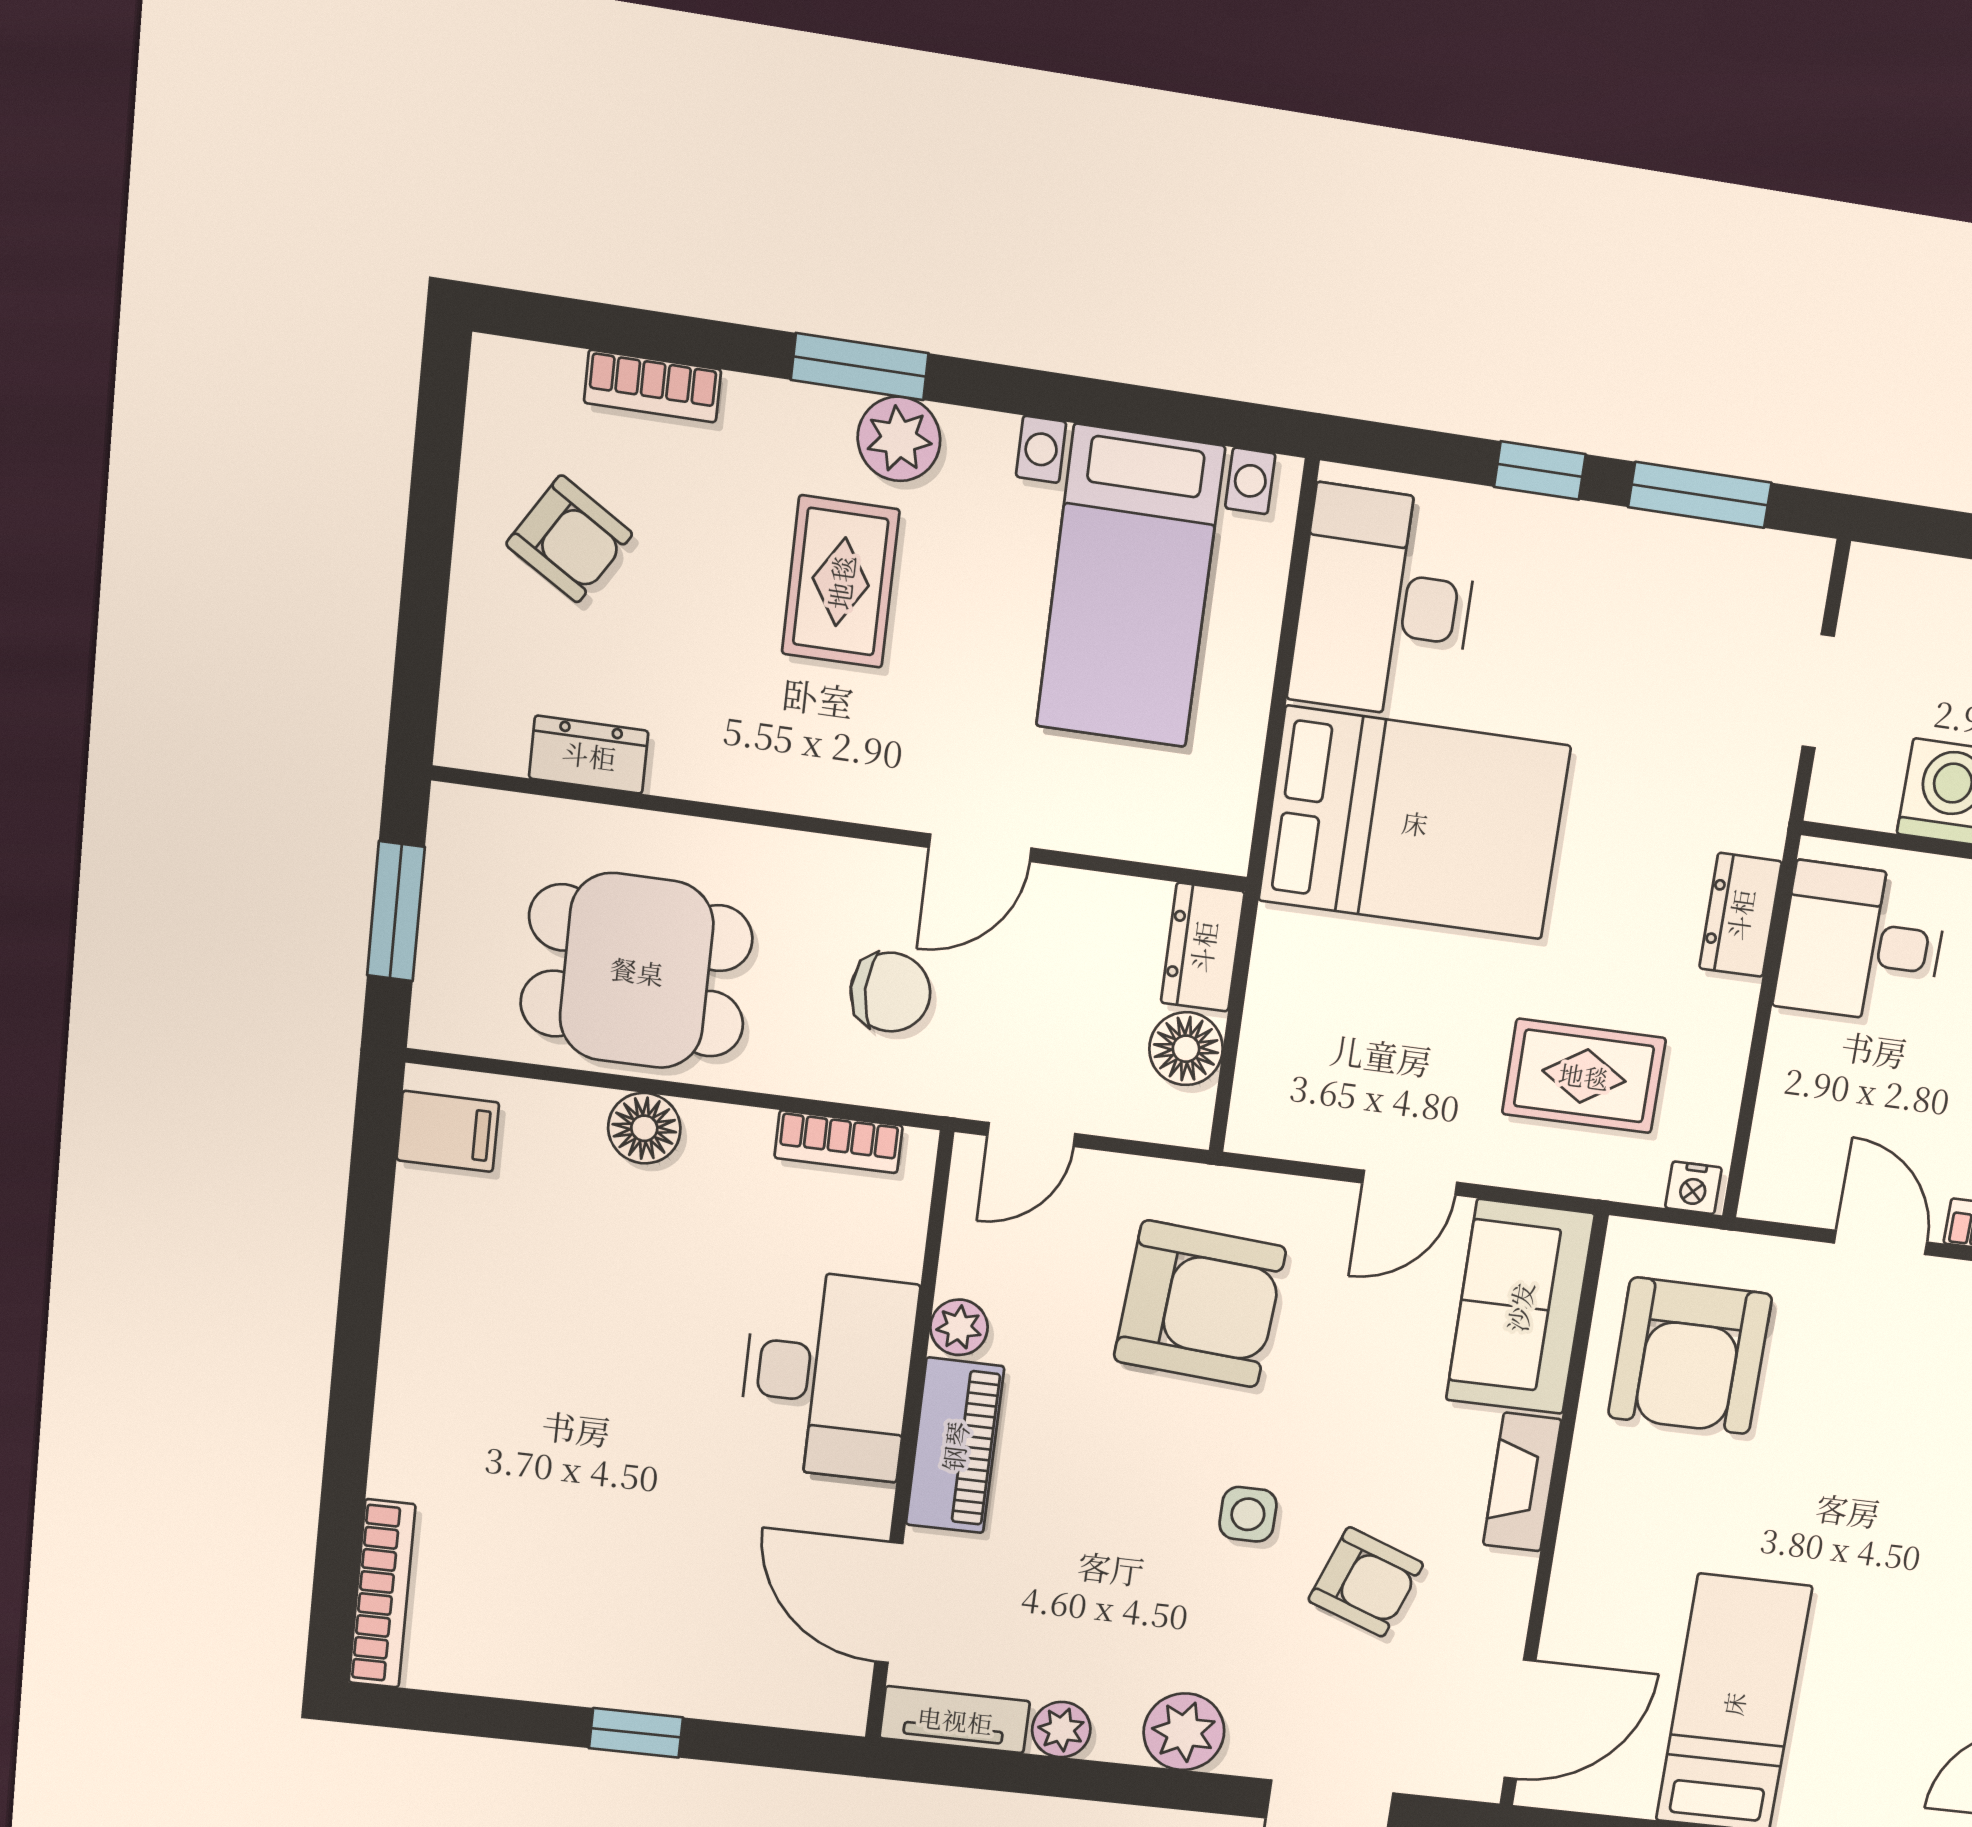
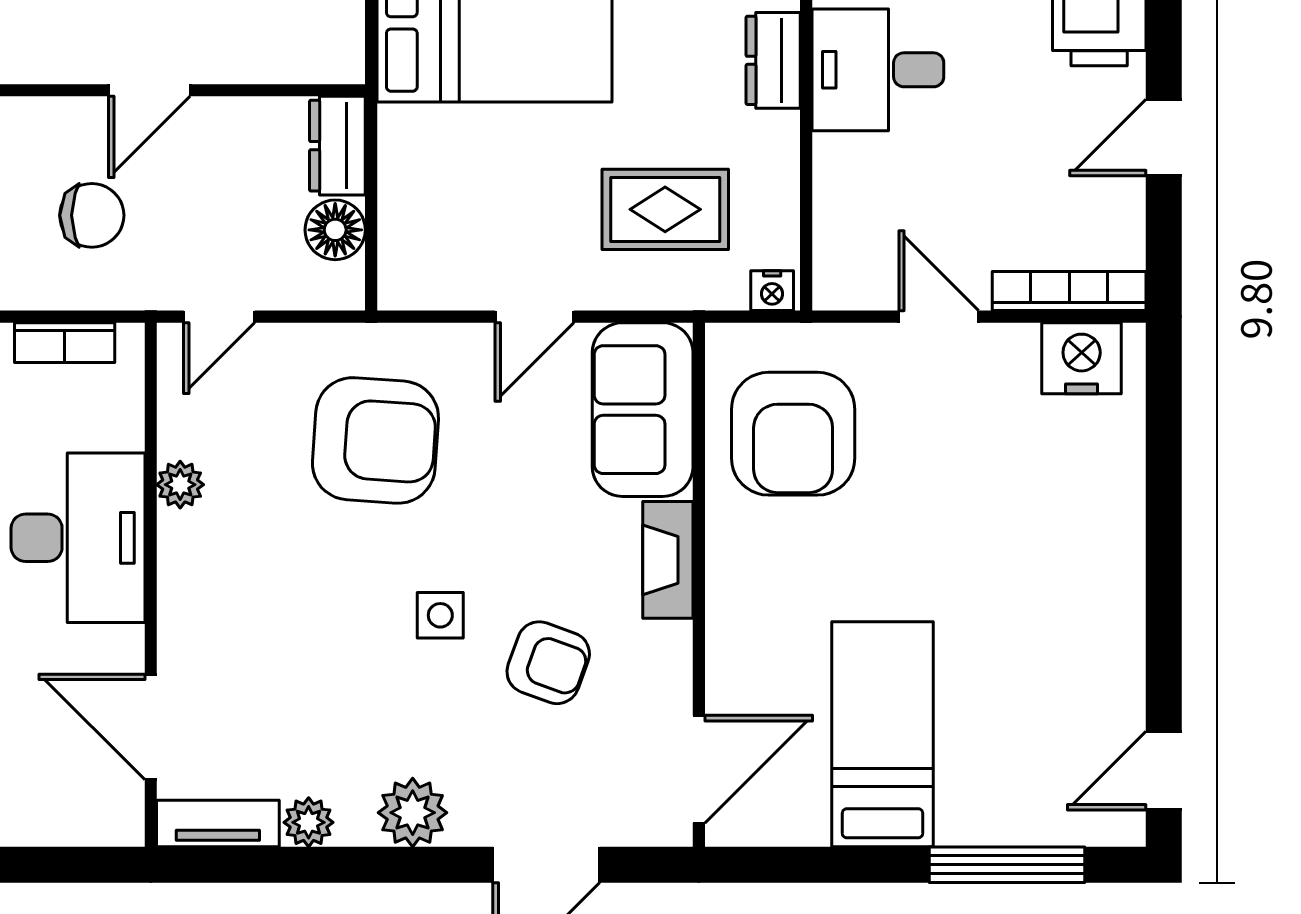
piano: (955, 1446) -> (189, 585), removed

